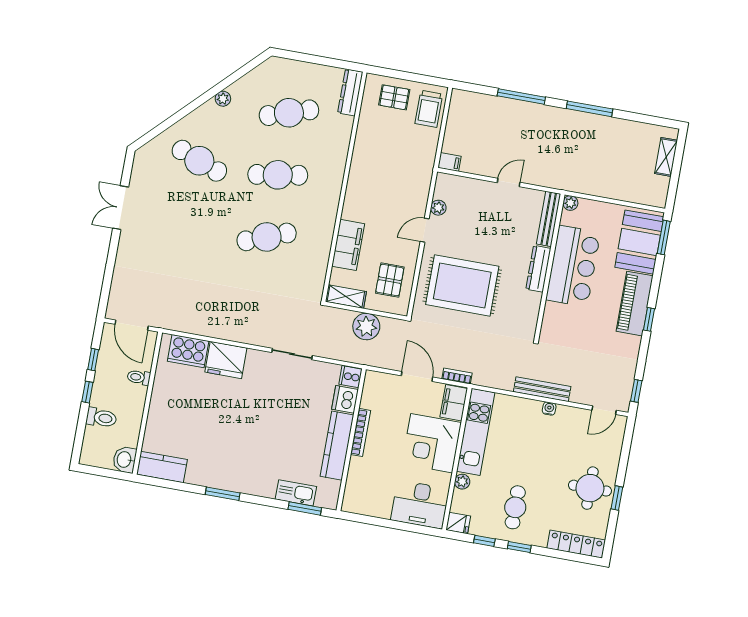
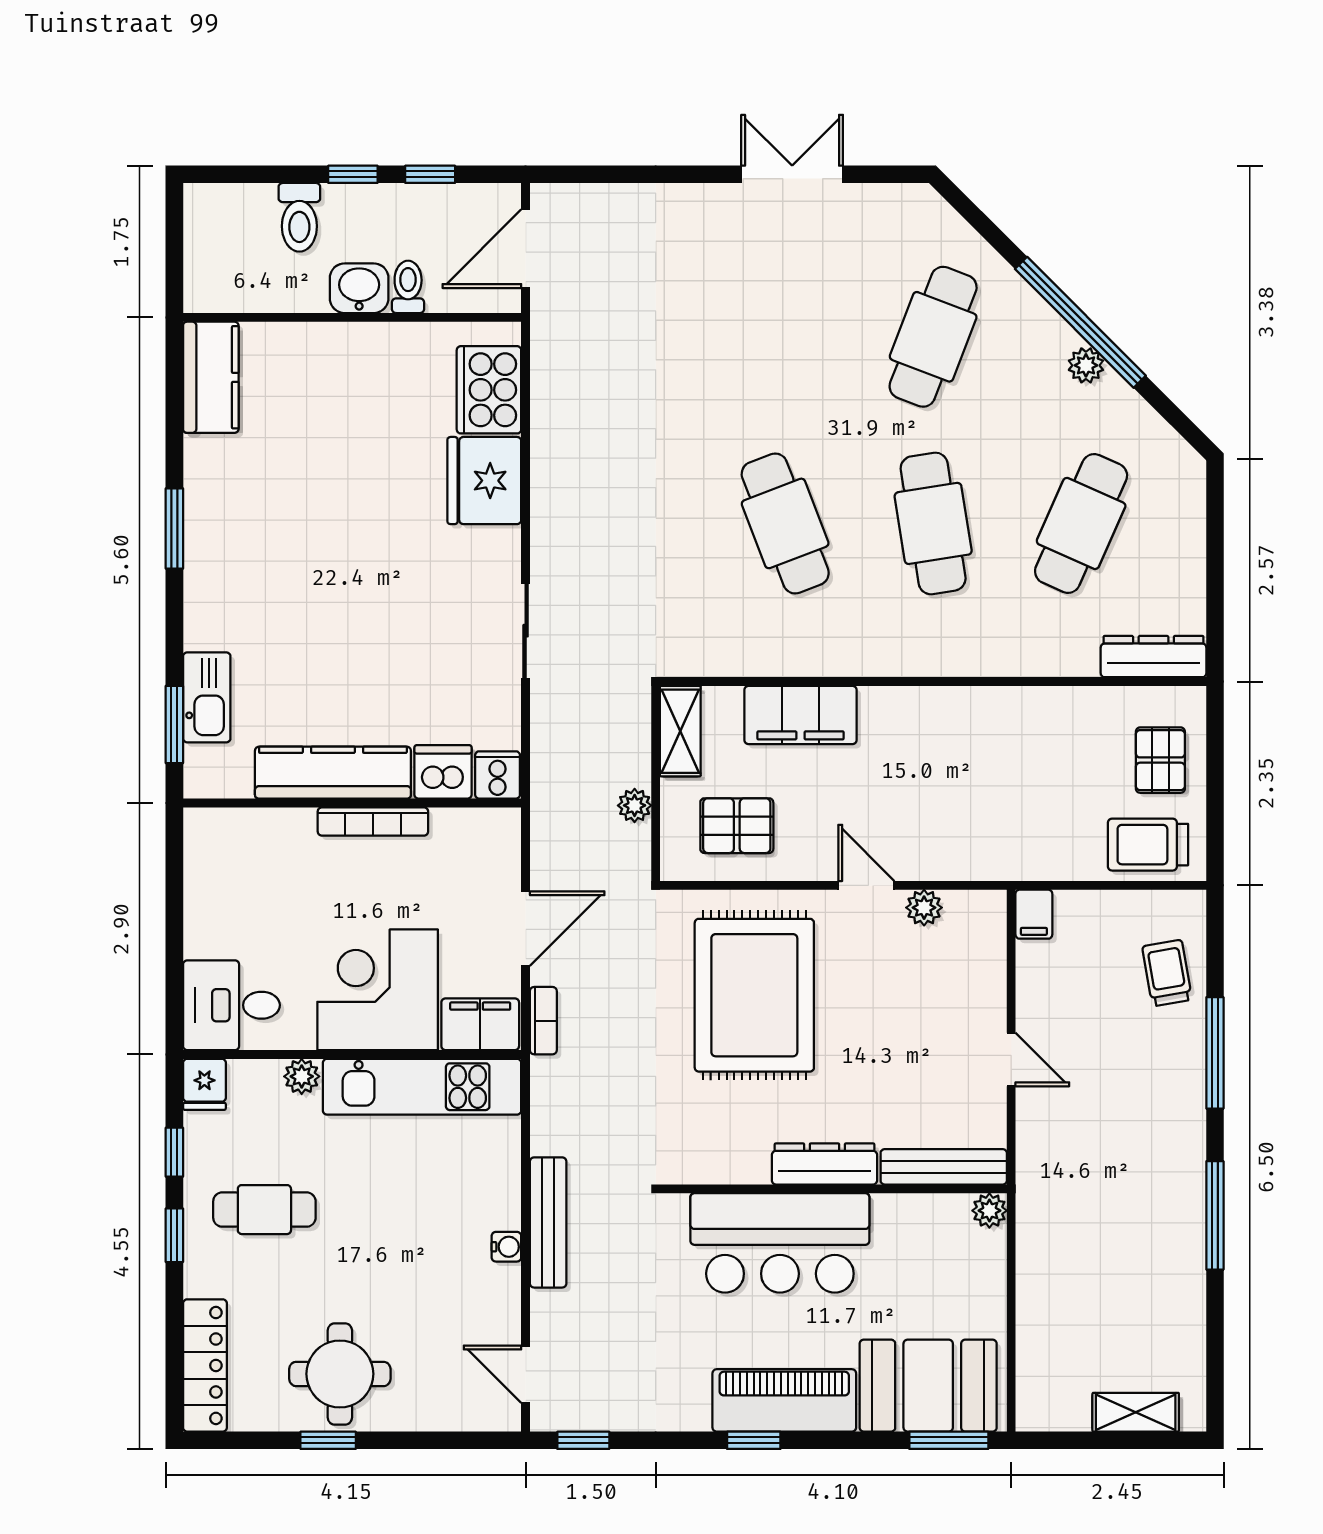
window: (204, 98) -> (1080, 322), added
trolley: (484, 111) -> (1167, 973), added
cafe table: (289, 113) -> (1081, 523), turned 42
bar counter: (573, 266) -> (780, 1243), moved
plant: (366, 327) -> (635, 805), width x0.53, depth x0.53
washbasin: (125, 460) -> (359, 288), moved
desk: (420, 504) -> (231, 1005), width x0.73

